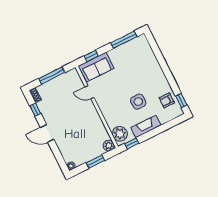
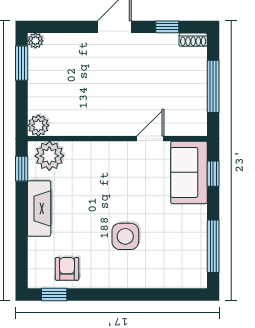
side table: (138, 102) -> (125, 236), moved
window: (95, 162) -> (22, 63), moved

